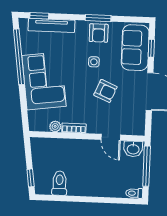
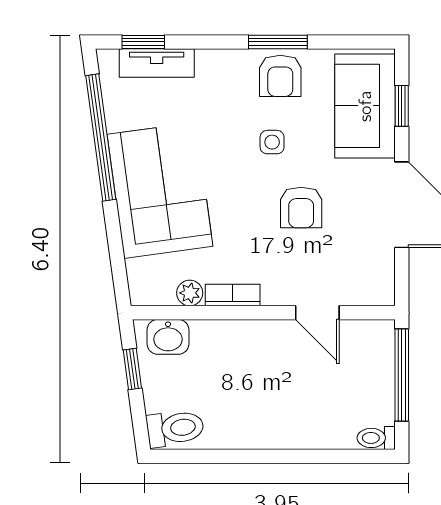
tv unit: (51, 25) -> (157, 63), width x0.71
armchair: (105, 91) -> (301, 207), turned 67
washbasin: (133, 149) -> (168, 337), moved
window: (31, 178) -> (132, 369), moved
toilet: (59, 183) -> (175, 428), moved, turned 82

